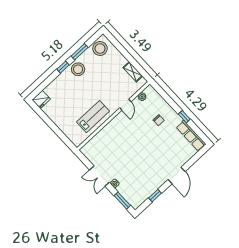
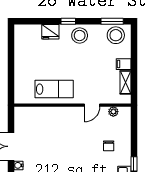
window: (80, 52) -> (112, 21), moved
filing cabinet: (121, 62) -> (124, 64), added
fridge: (41, 99) -> (50, 32), moved

